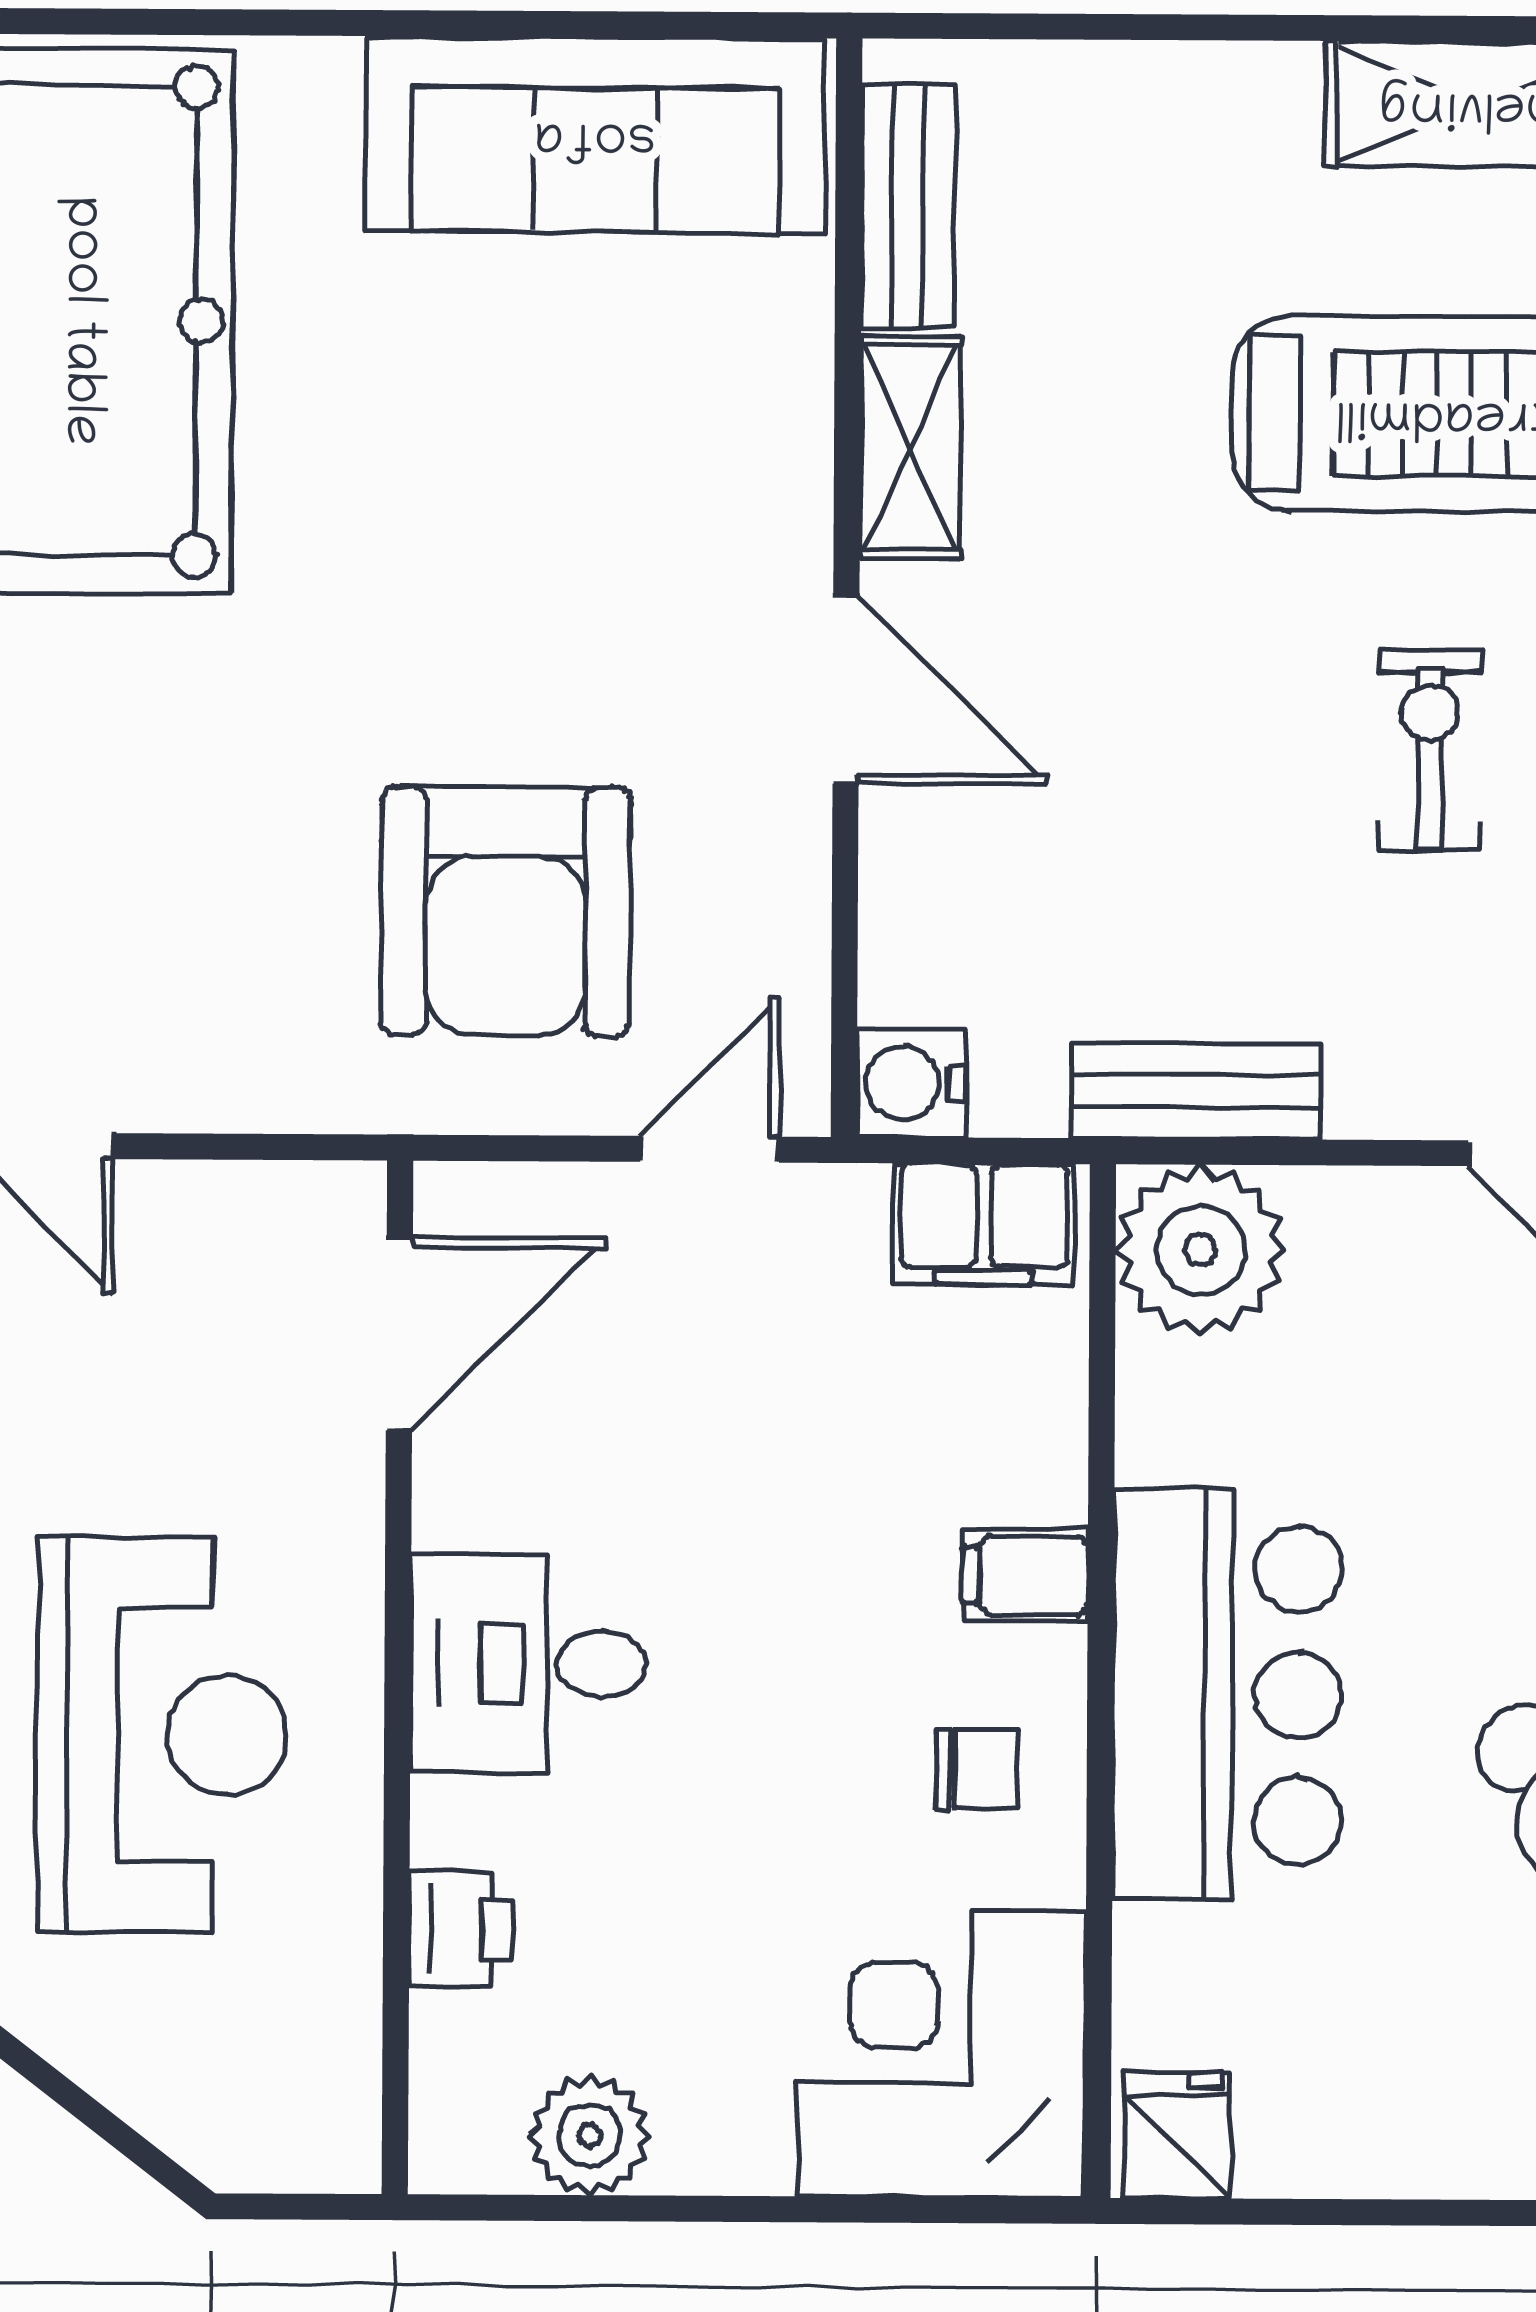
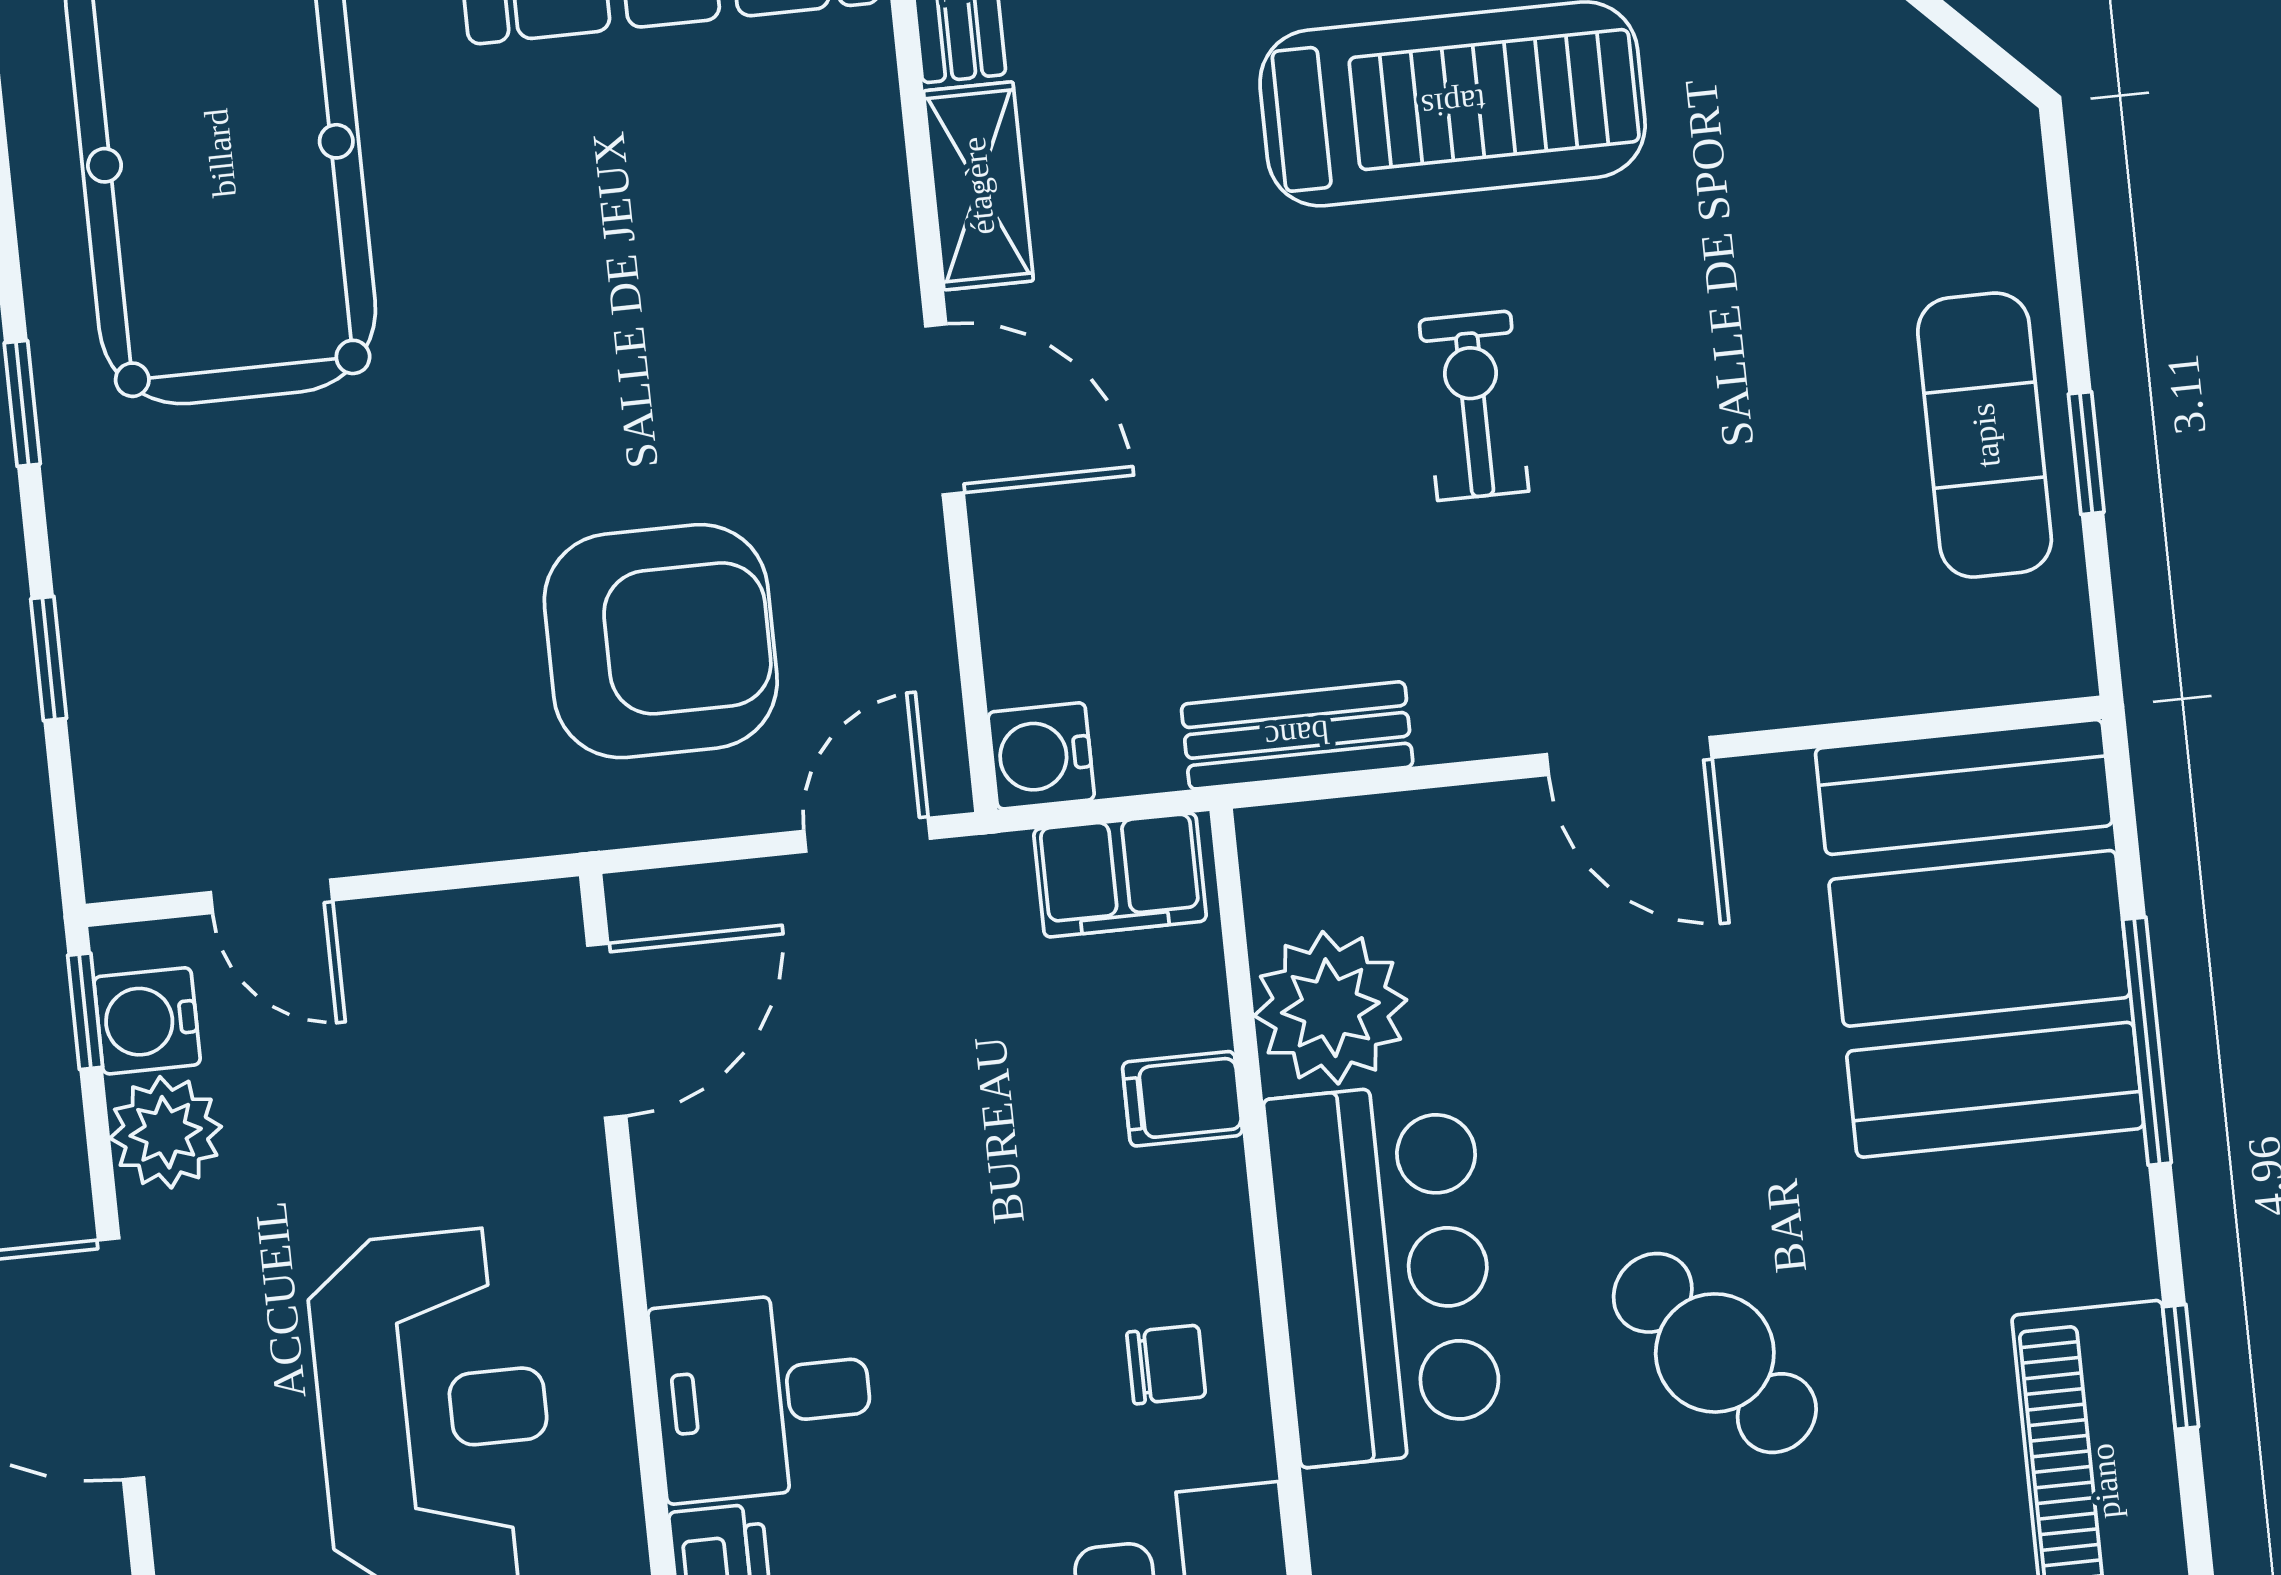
armchair: (505, 911) -> (661, 641), turned -90
plant: (1201, 1250) -> (1330, 1008), moved
filing cabinet: (1025, 1575) -> (1182, 1099), moved
desk: (528, 1664) -> (763, 1396), moved

